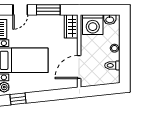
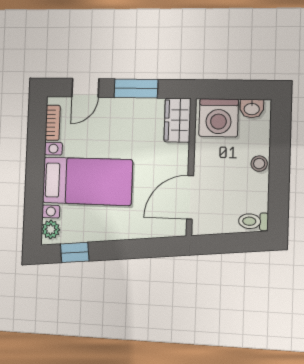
toilet: (112, 65) -> (253, 221), moved

